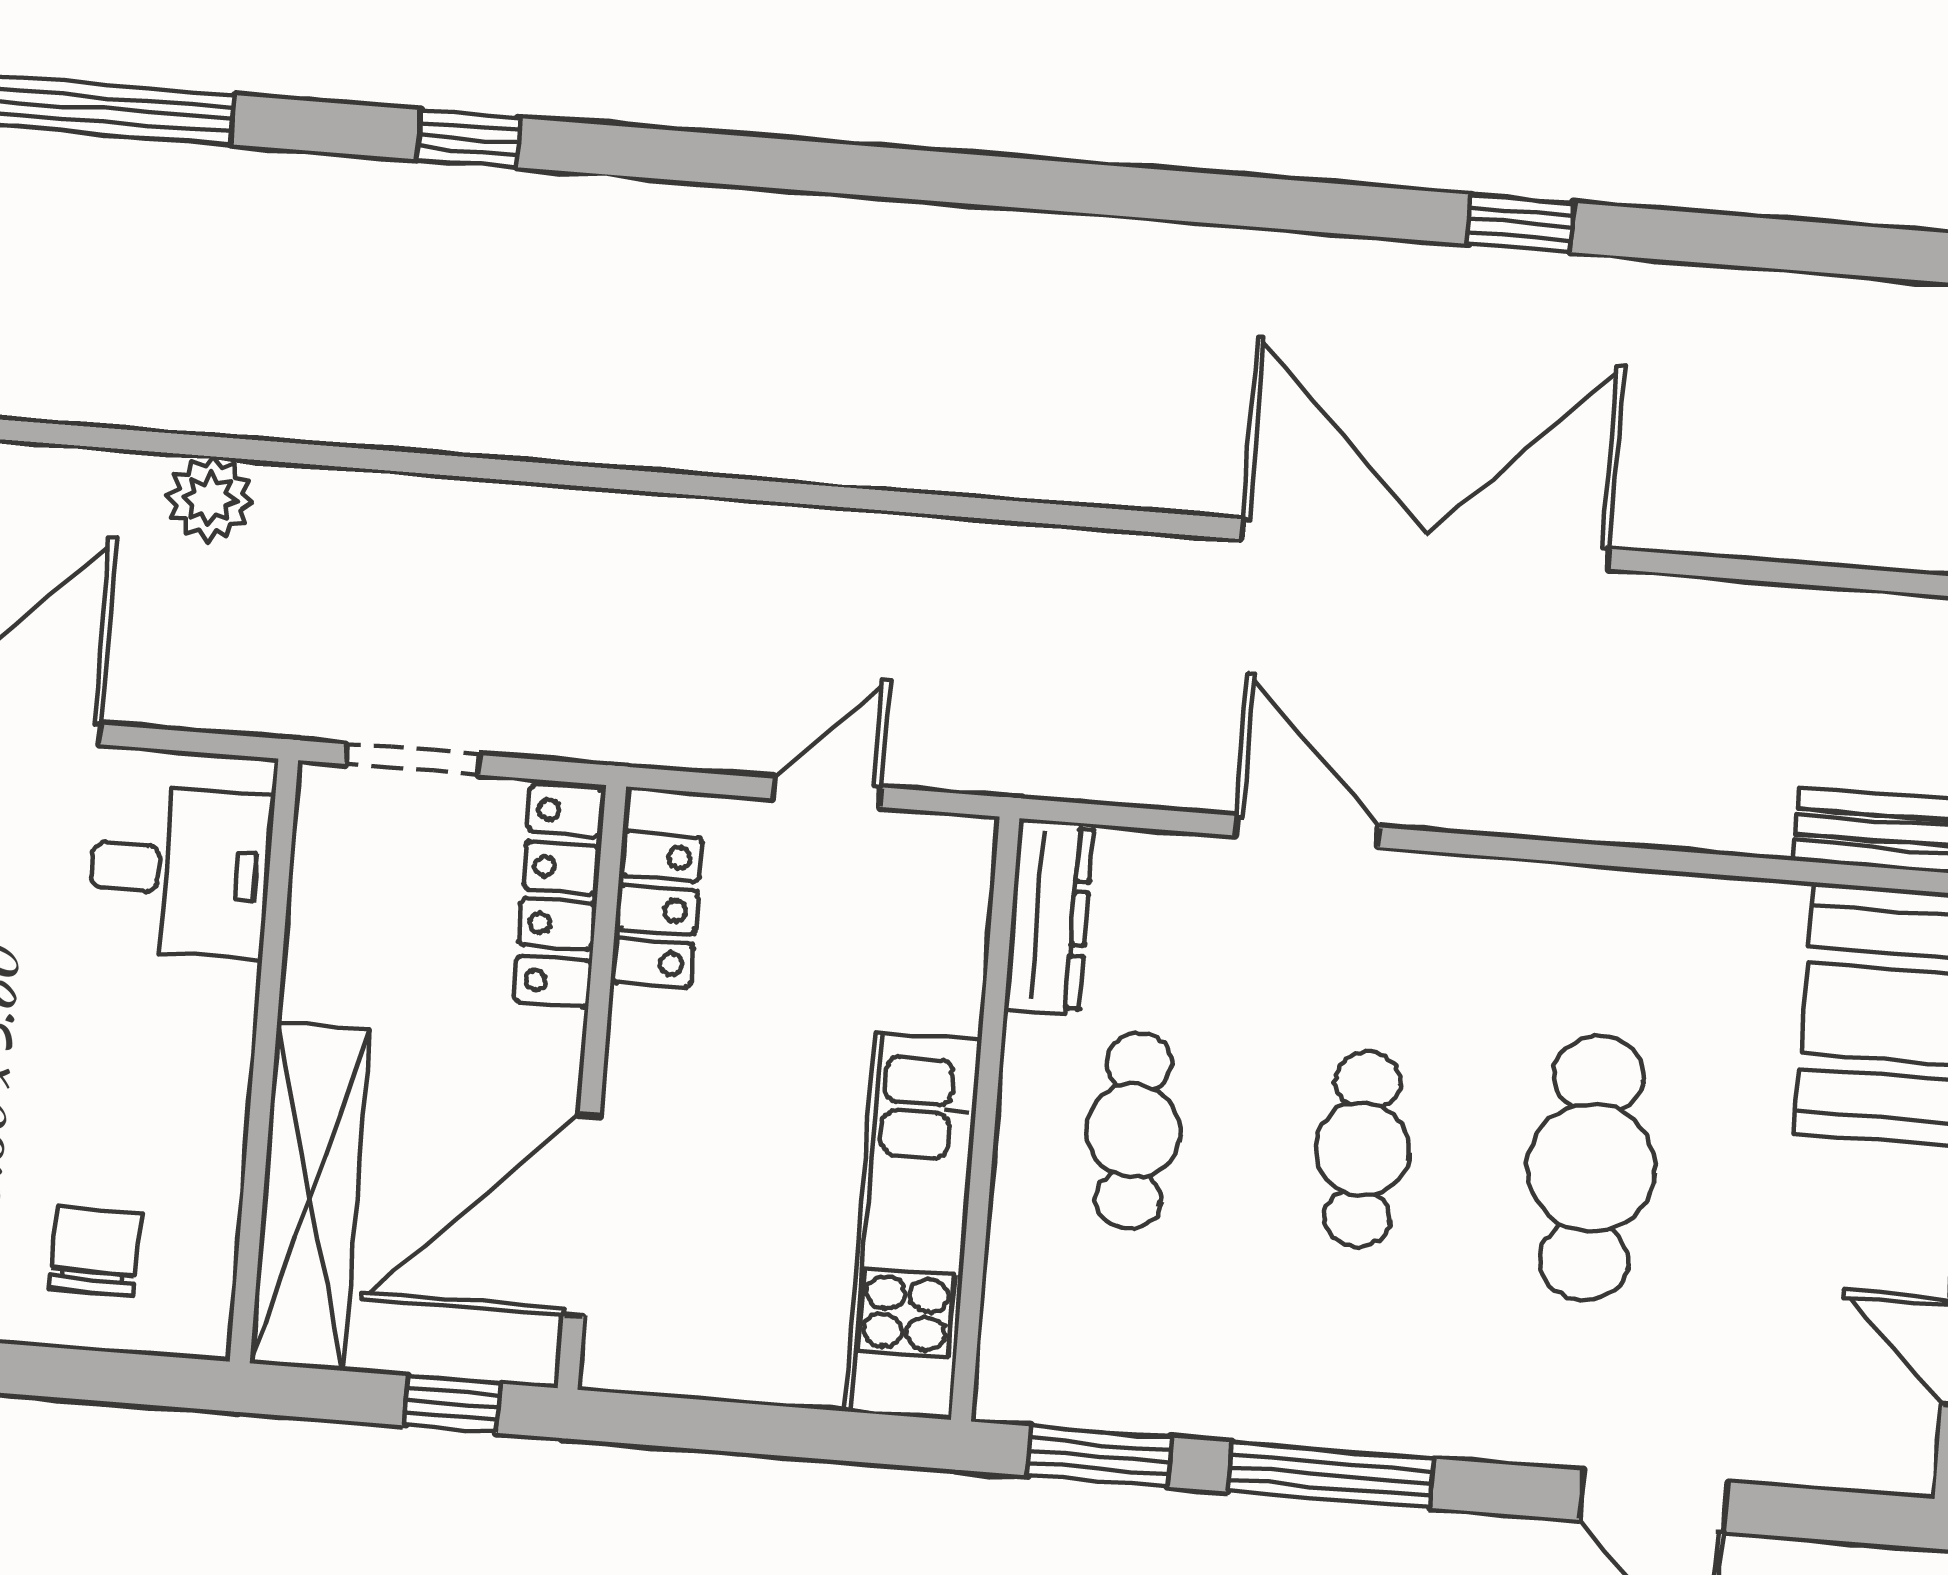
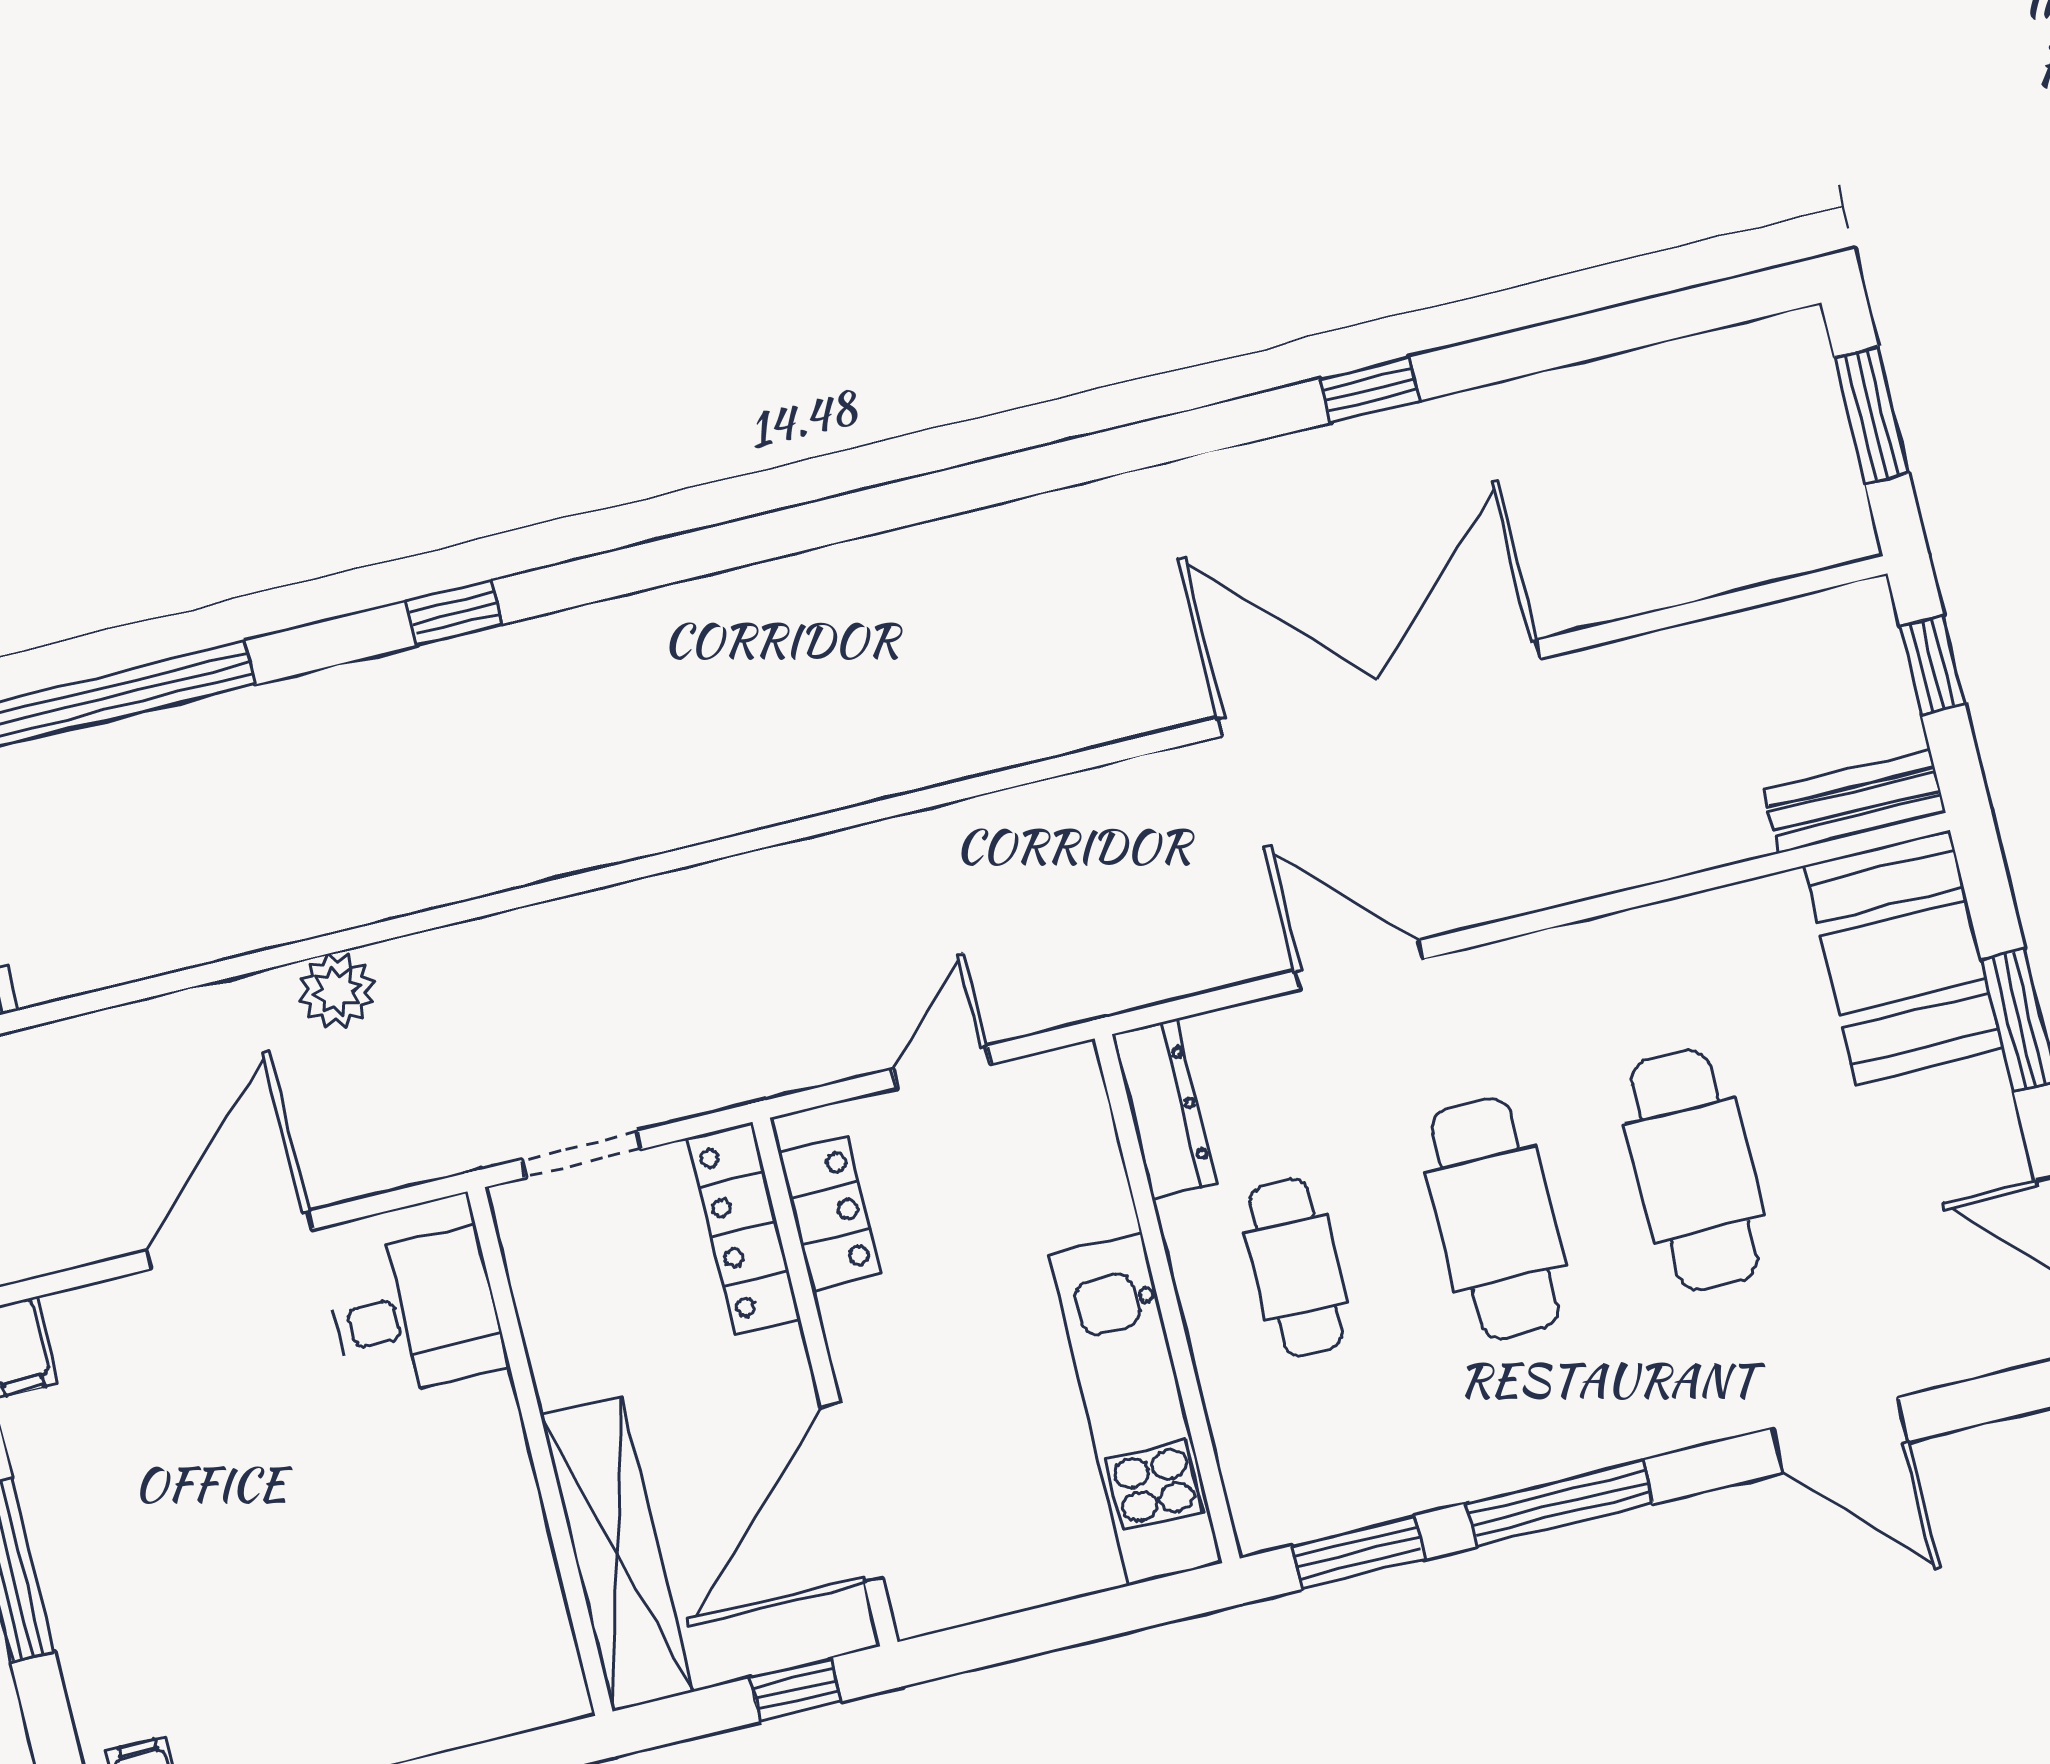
cafe table: (1363, 1149) -> (1495, 1219), width x1.37, depth x1.35
chair: (95, 1251) -> (450, 1659), removed

